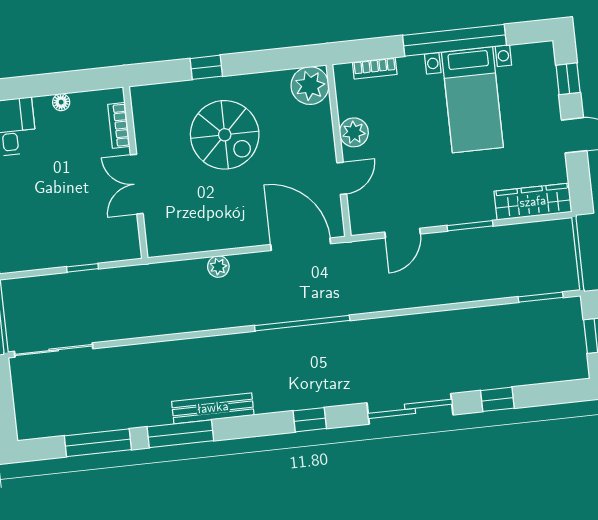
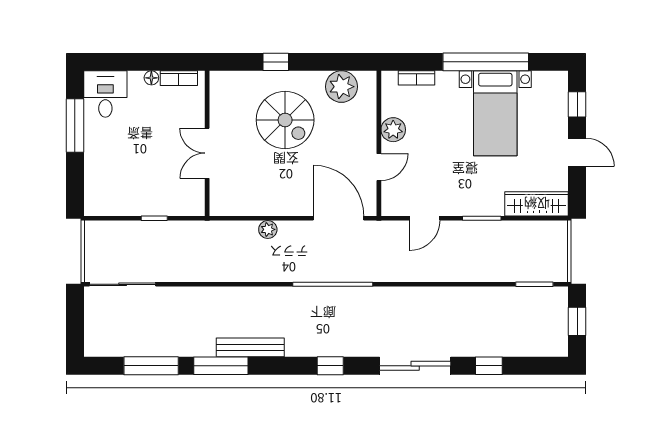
plant: (310, 86) -> (341, 87), moved
bookcase: (119, 125) -> (179, 78), moved, turned -90

